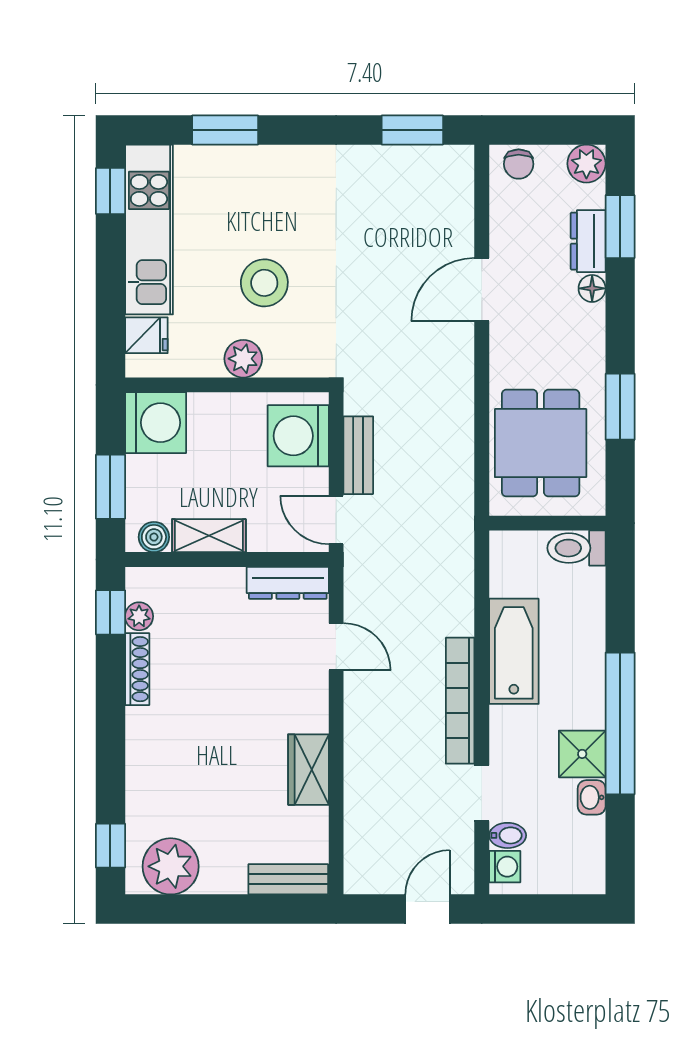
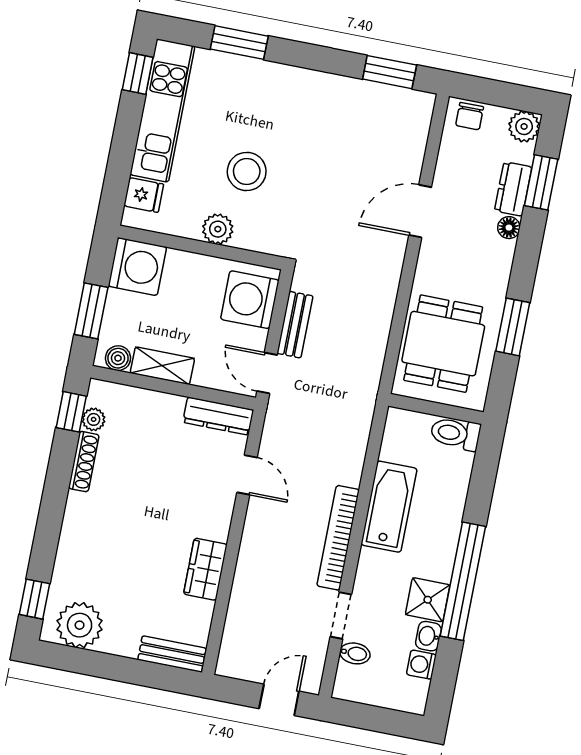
washing machine: (505, 867) -> (421, 665), moved, turned 180

